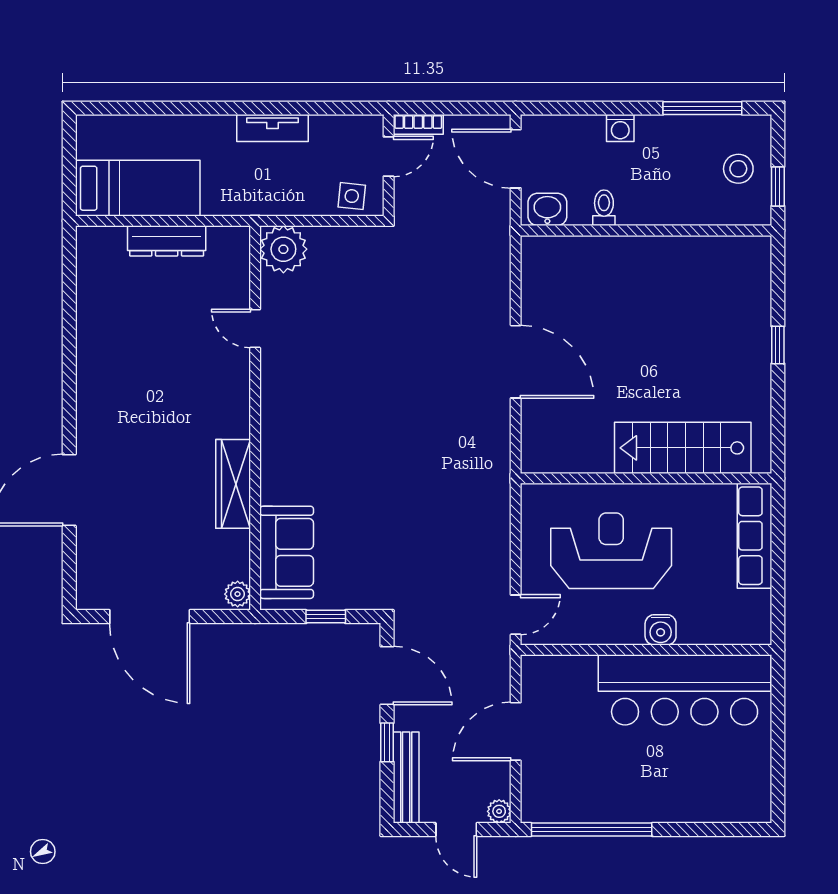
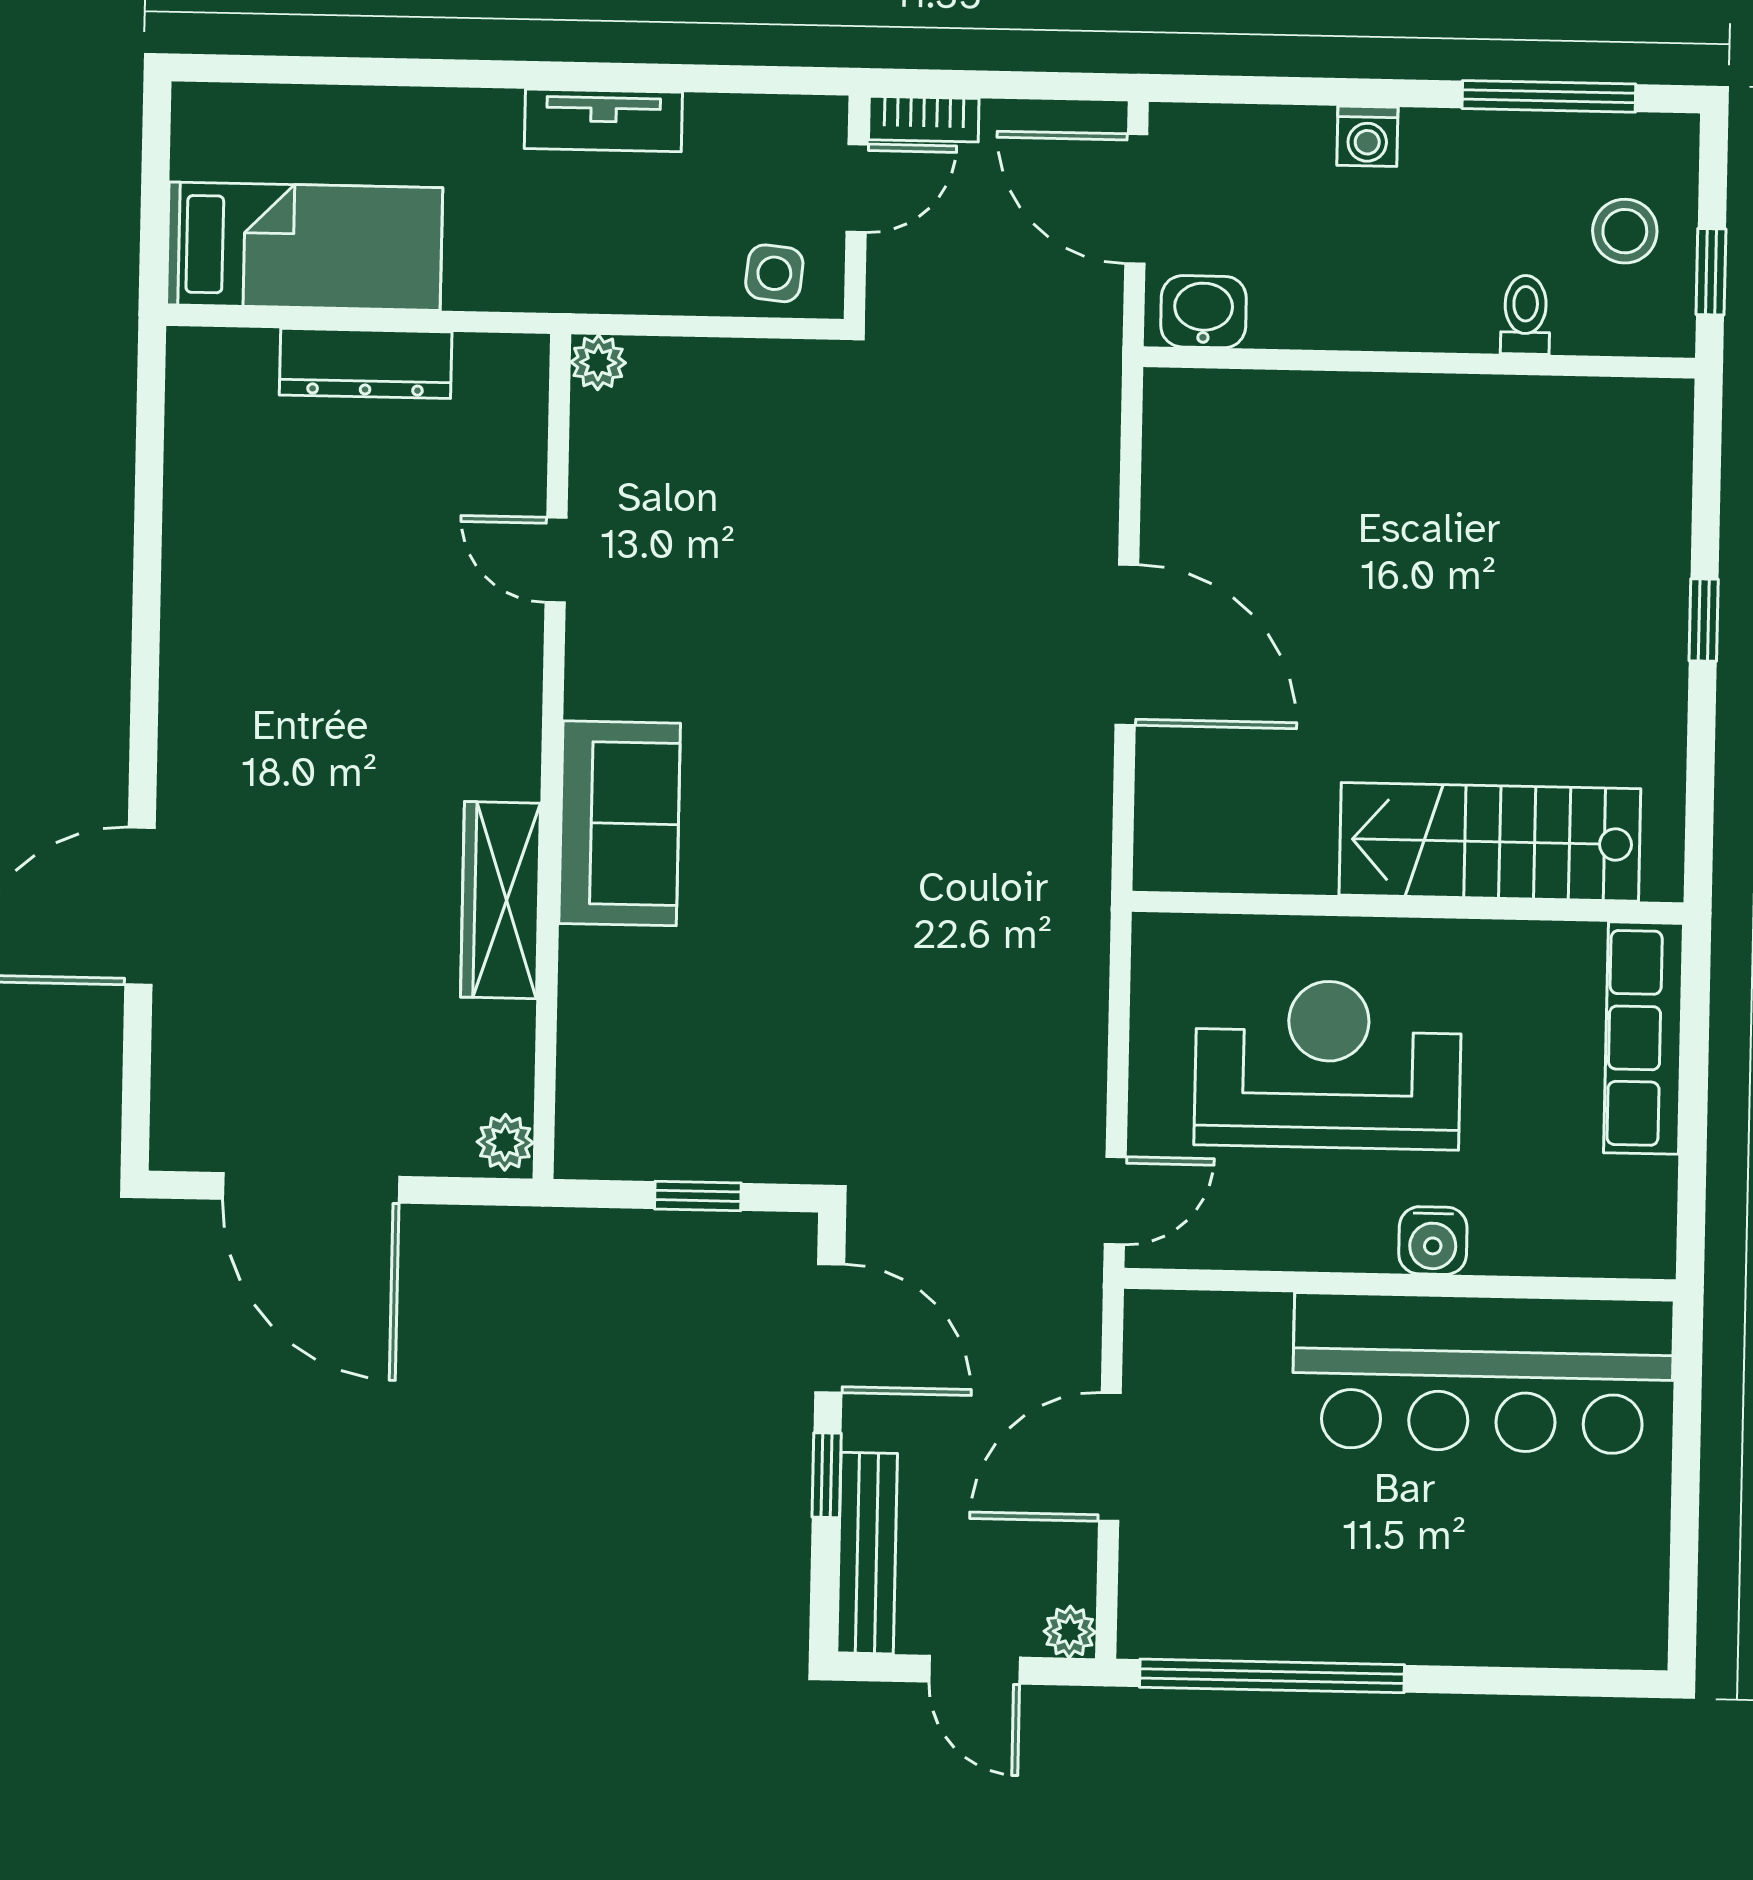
toilet: (604, 208) -> (1525, 315), moved
plant: (283, 249) -> (598, 362), width x0.53, depth x0.53
sofa: (287, 552) -> (620, 823), moved

